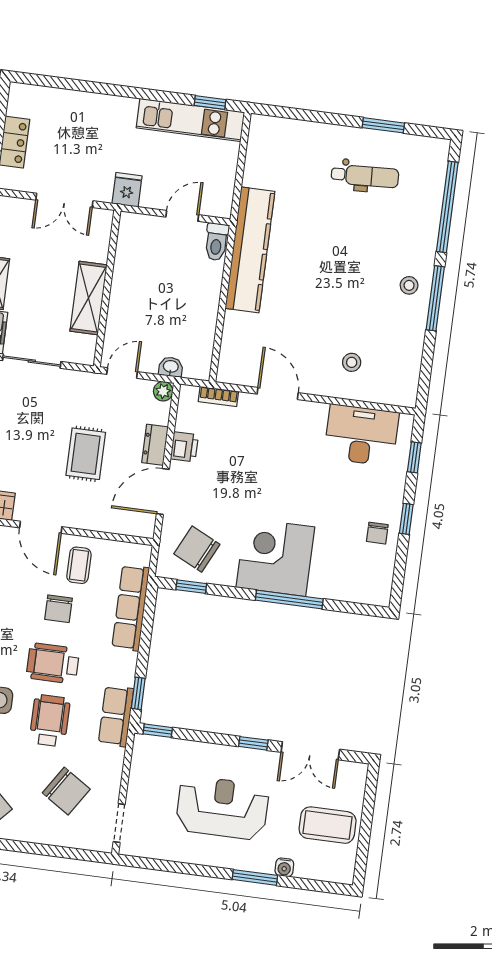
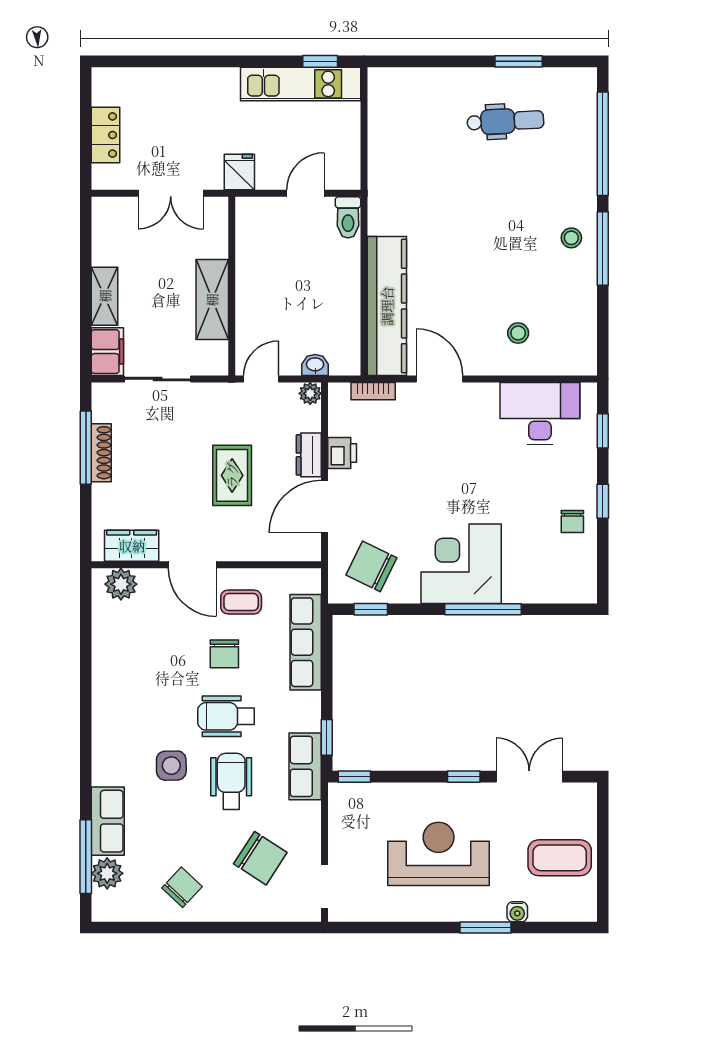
kitchen counter: (250, 250) -> (387, 306), moved
coffee table: (79, 565) -> (241, 602), turned 90
double door: (310, 751) -> (529, 777), swing flipped

